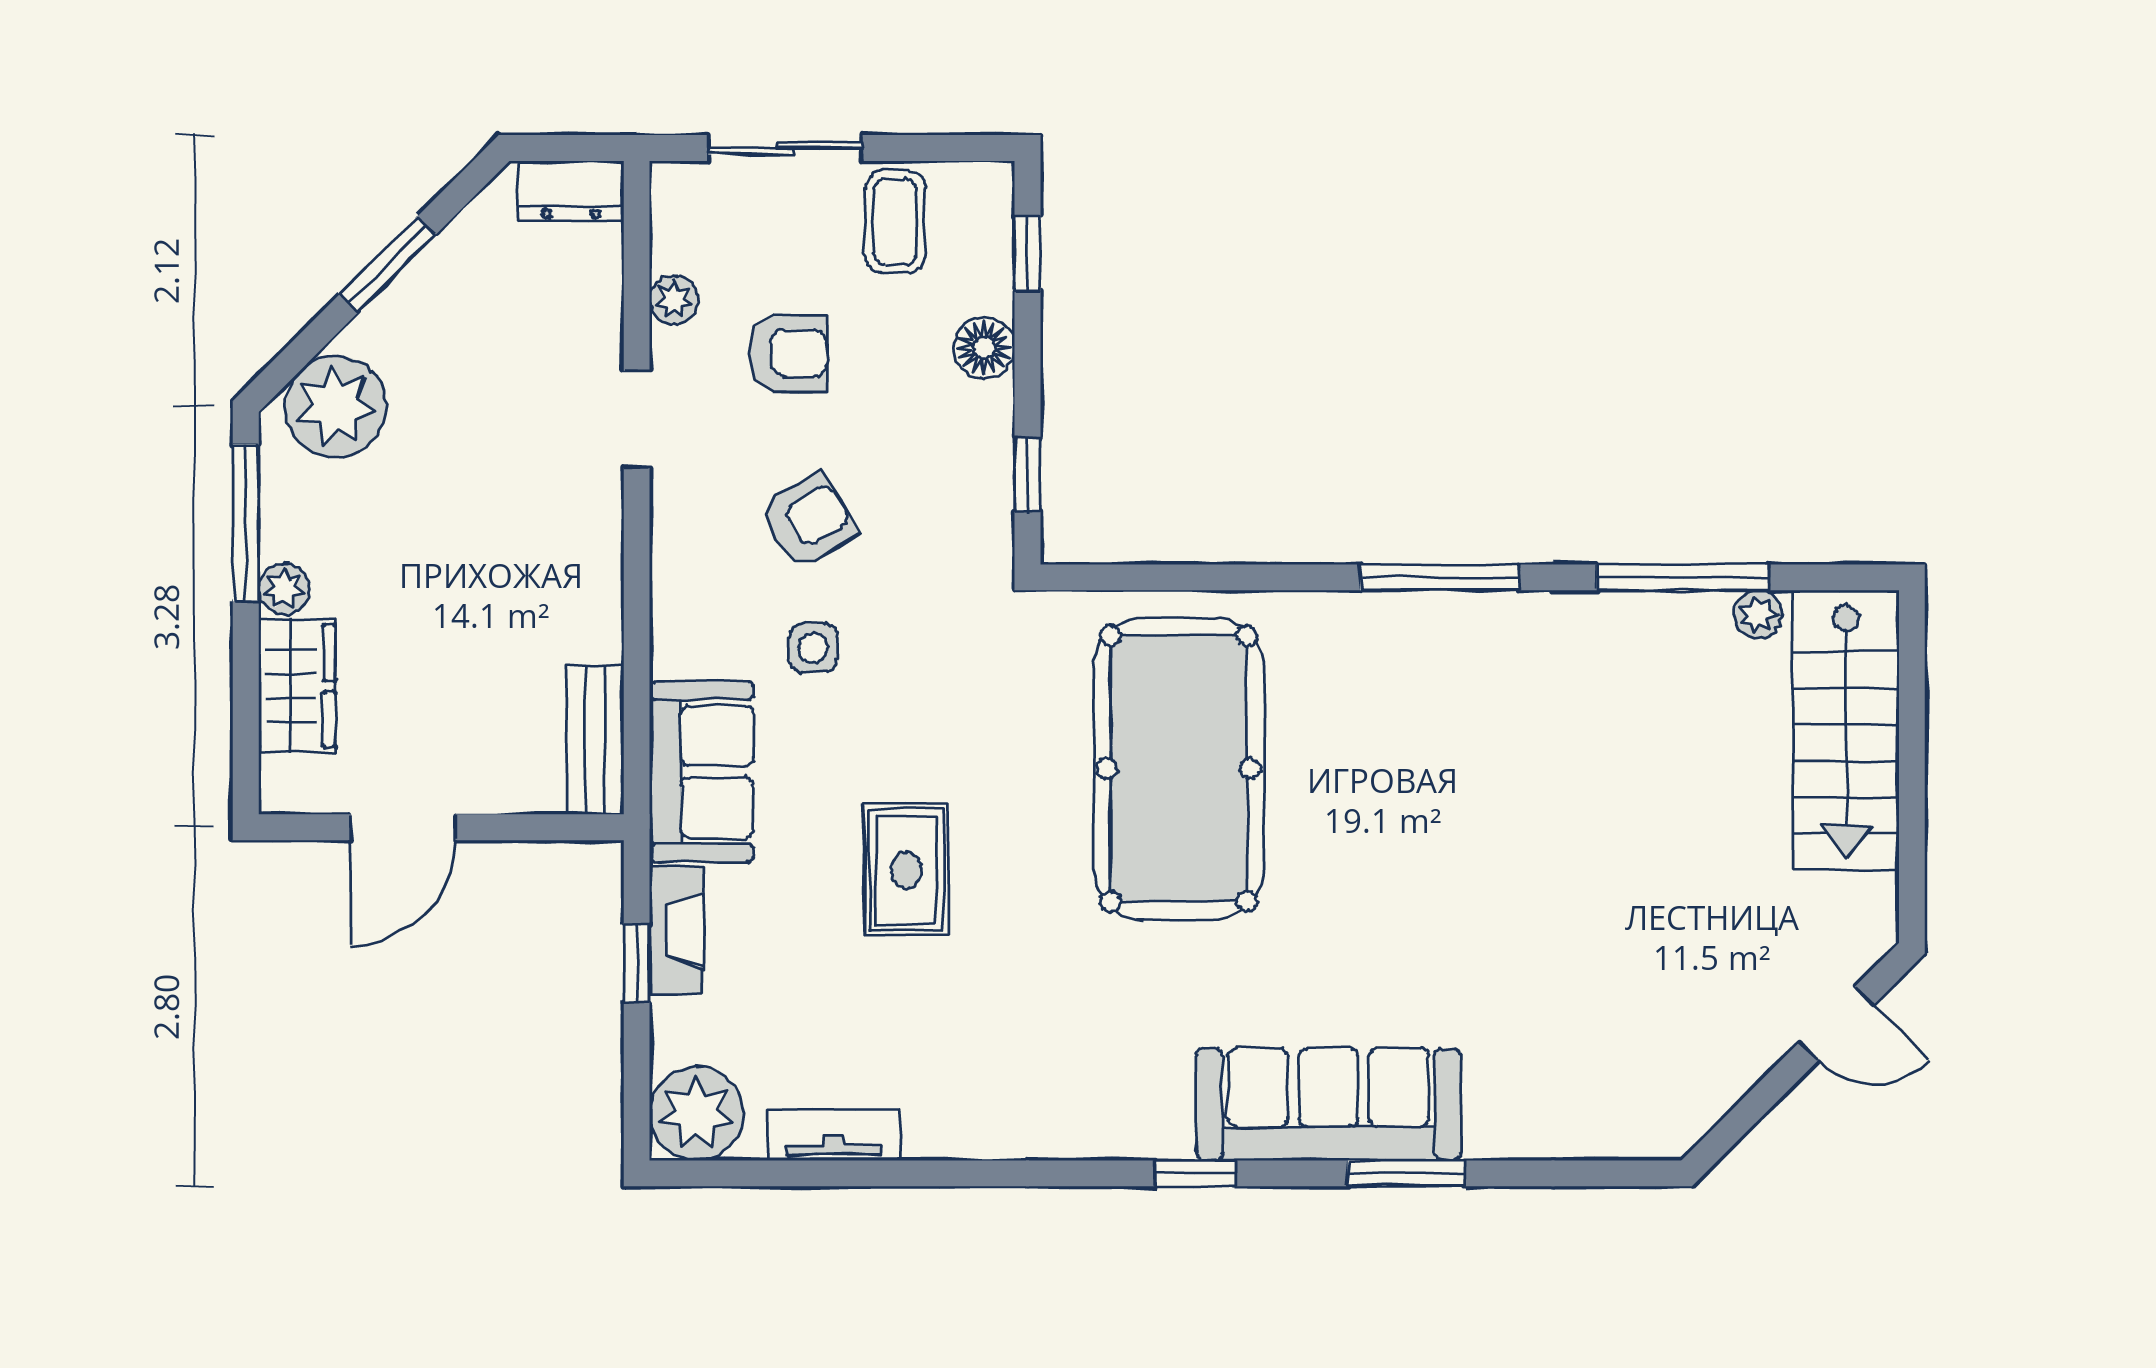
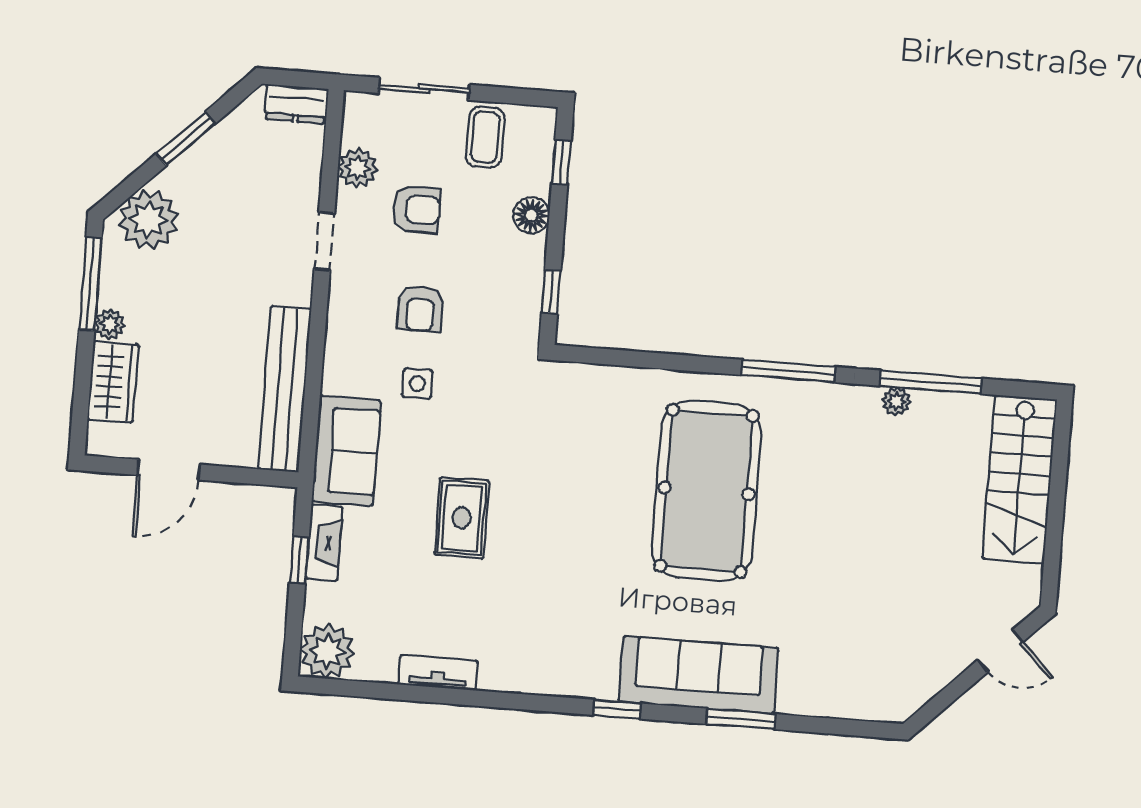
plant: (674, 300) -> (357, 168), width x1.38, depth x1.38
armchair: (808, 521) -> (420, 309), turned 121
plant: (1758, 614) -> (896, 401), moved
bench: (595, 740) -> (285, 389), width x1.86, depth x1.21
pool table: (1179, 769) -> (707, 491), moved
tv unit: (833, 1135) -> (438, 673), moved

